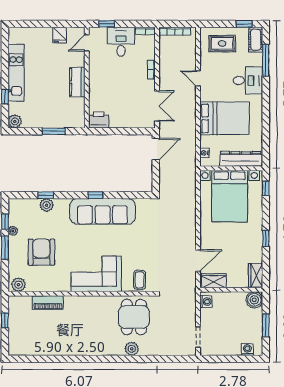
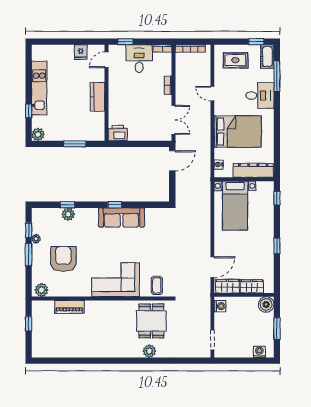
bed with nightstands: (230, 196) -> (235, 206), width x0.73
sofa: (103, 211) -> (122, 218), width x0.74, depth x0.79
wardrobe: (256, 275) -> (252, 286), moved, turned 90

